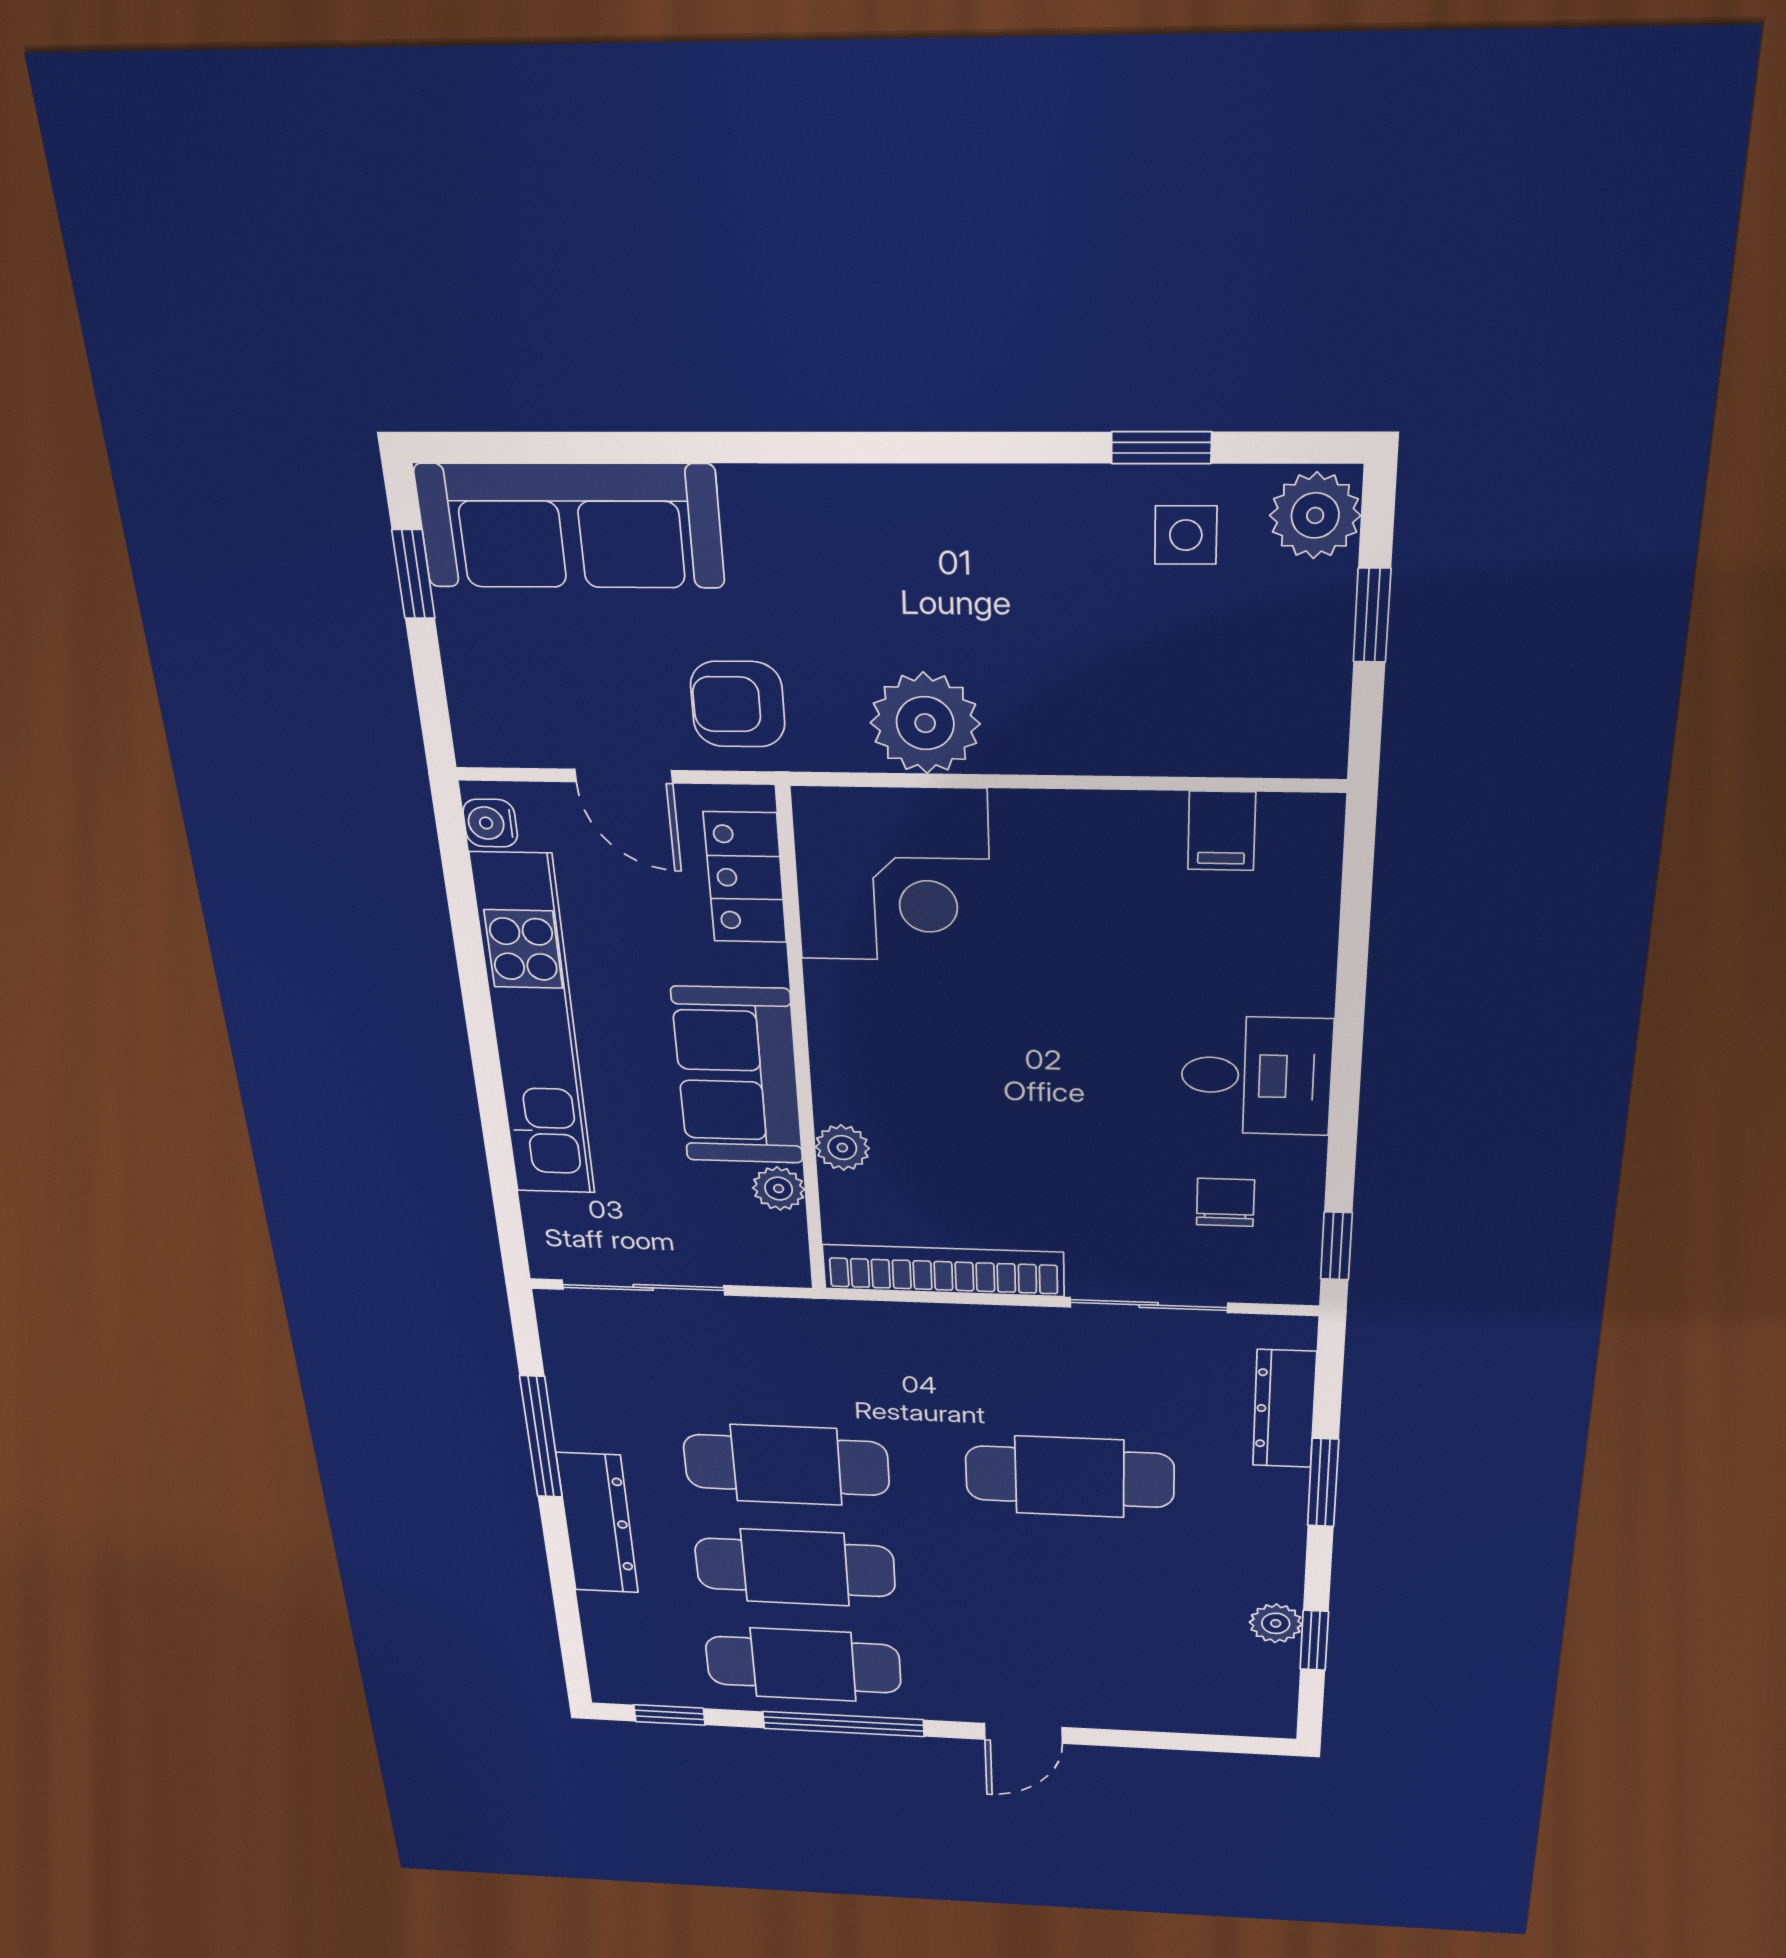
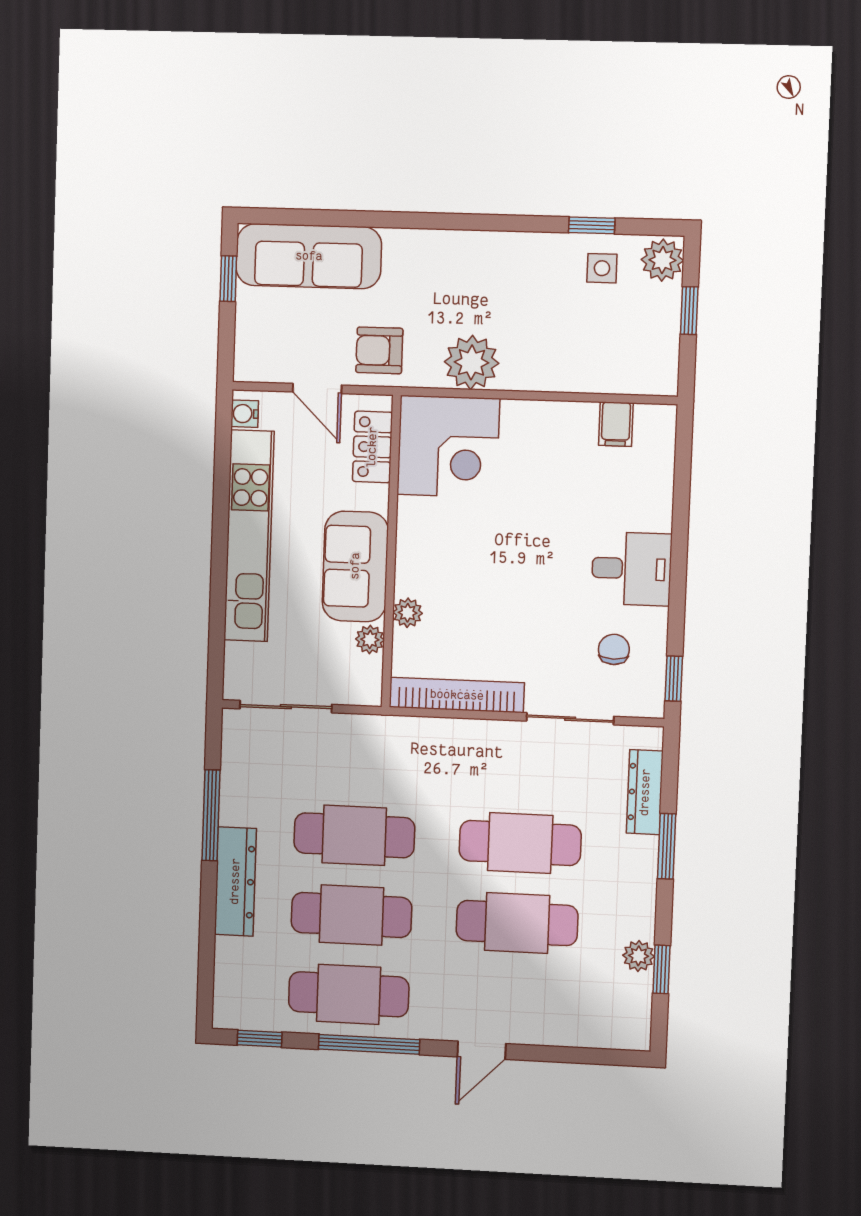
cafe table: (1071, 1580) -> (517, 923), added

